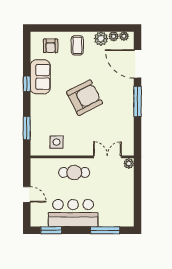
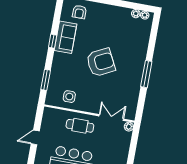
plant: (101, 39) -> (124, 14), removed
coffee table: (77, 45) -> (103, 16), removed
door: (138, 64) -> (152, 41), removed
door: (27, 194) -> (35, 137), swing flipped

